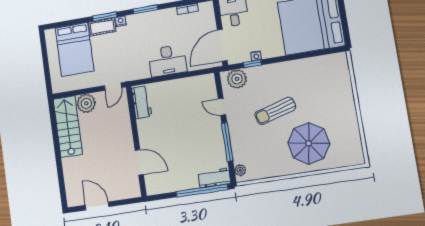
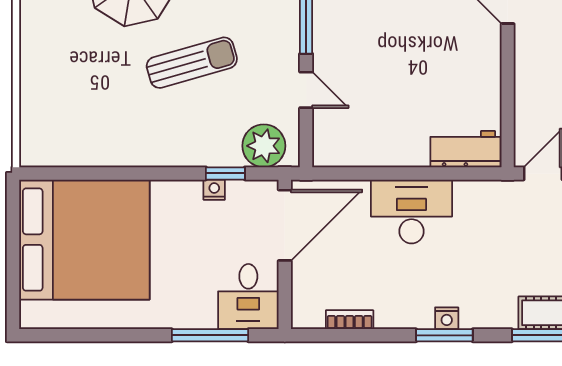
nightstand: (121, 21) -> (447, 318), moved
workbench: (142, 102) -> (466, 149), moved, turned 90

